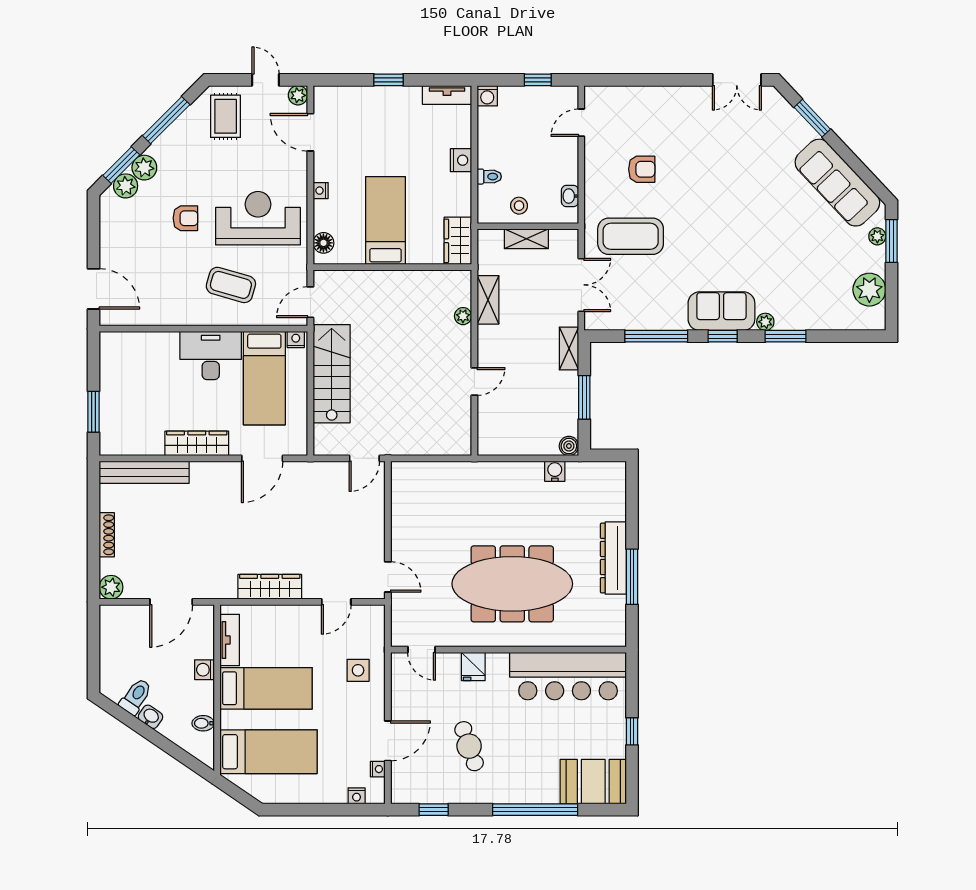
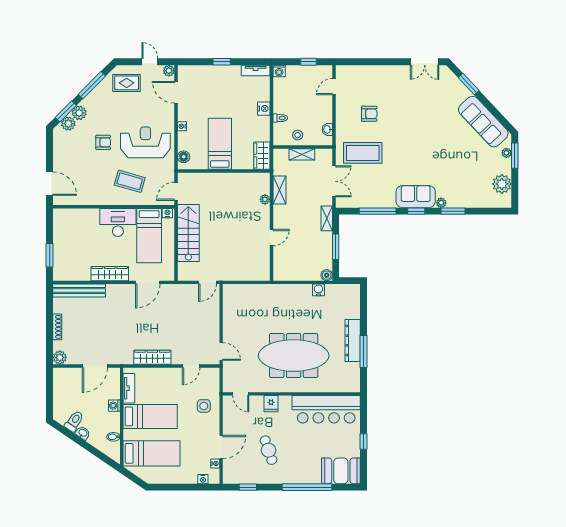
rug: (226, 116) -> (127, 83), turned 90

